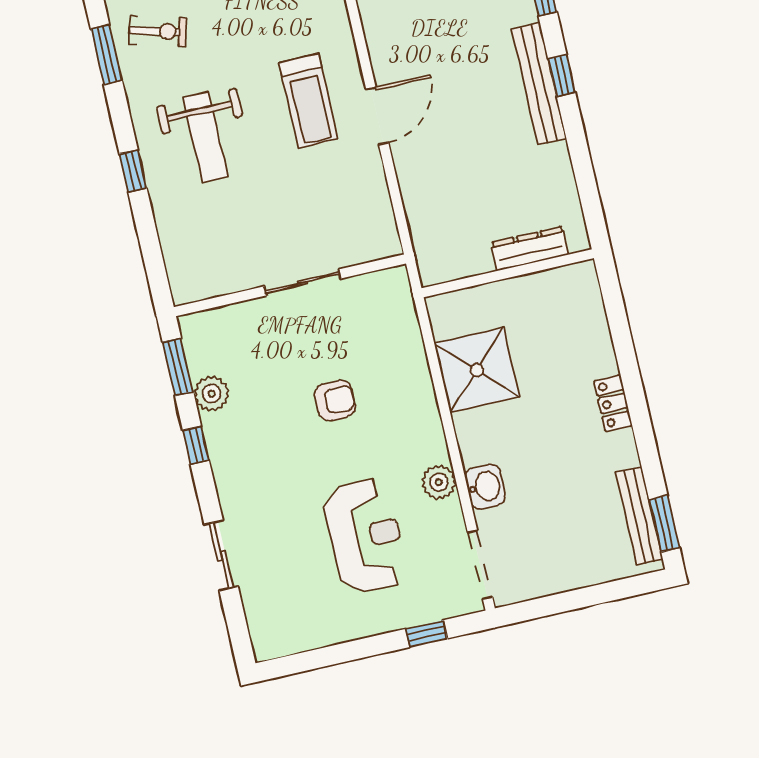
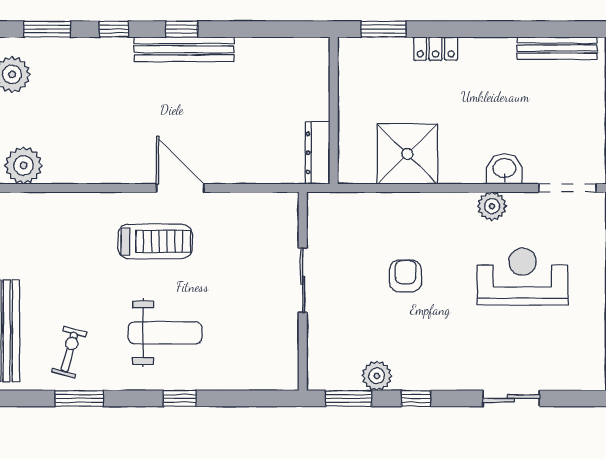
dresser: (530, 249) -> (318, 153), moved
locker: (613, 403) -> (436, 49), moved
window: (664, 524) -> (383, 29), moved

